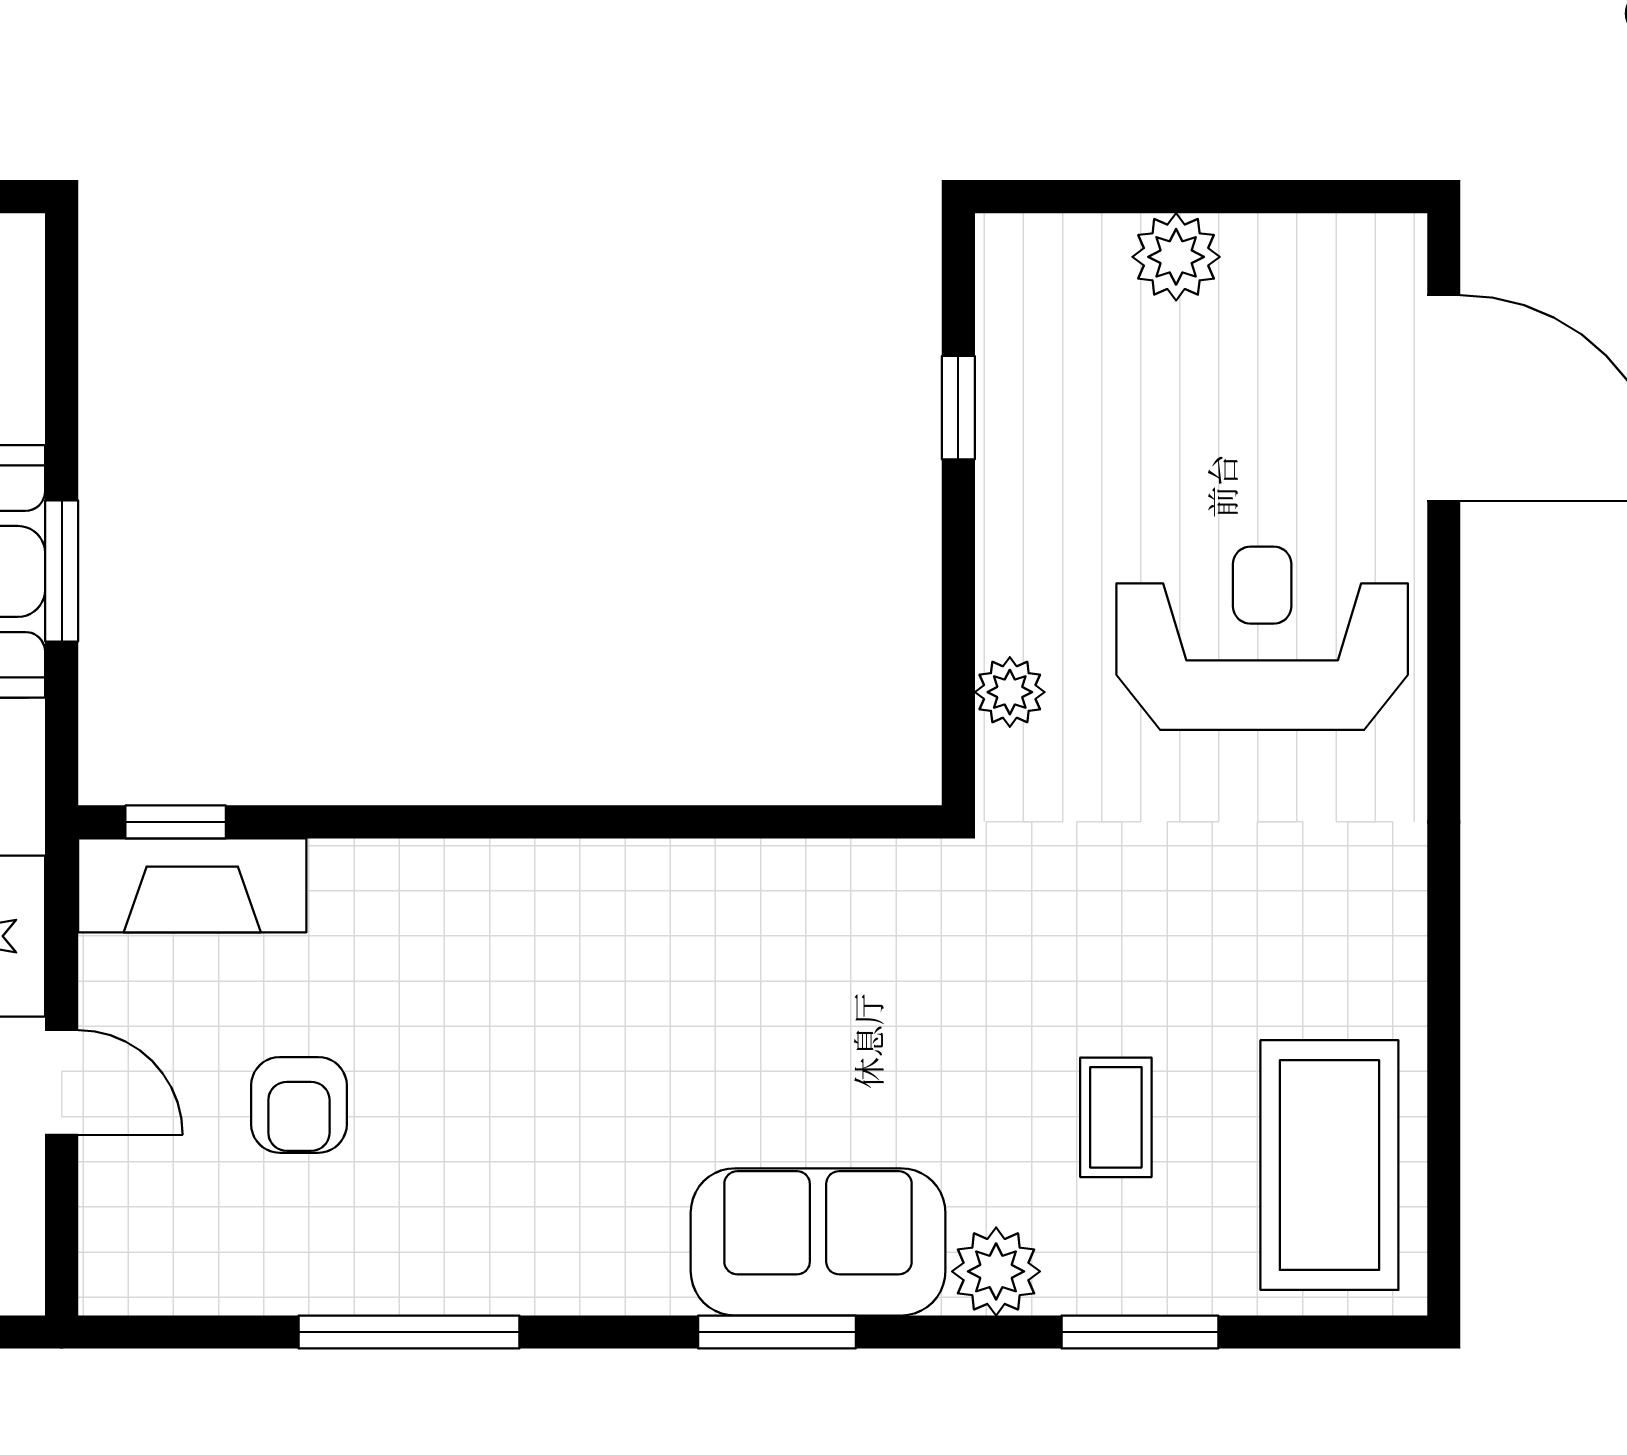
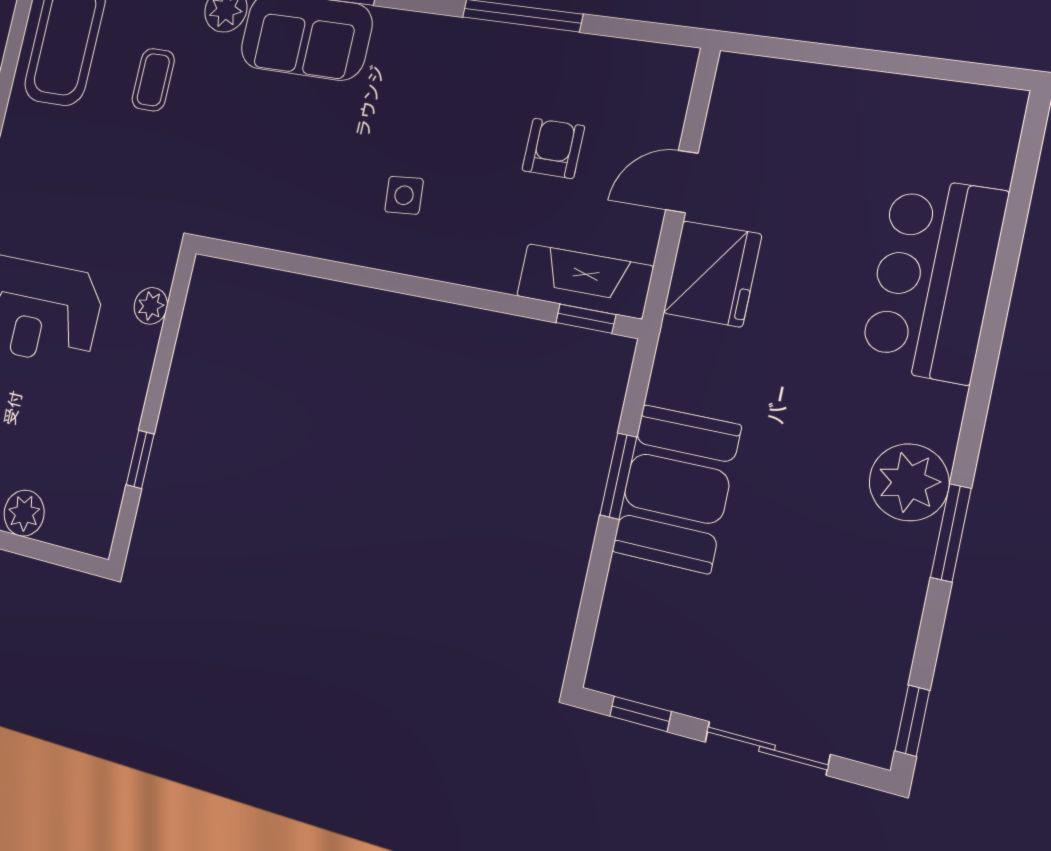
side table: (556, 979) -> (404, 195), added
door: (62, 1082) -> (682, 182), hinge flipped

